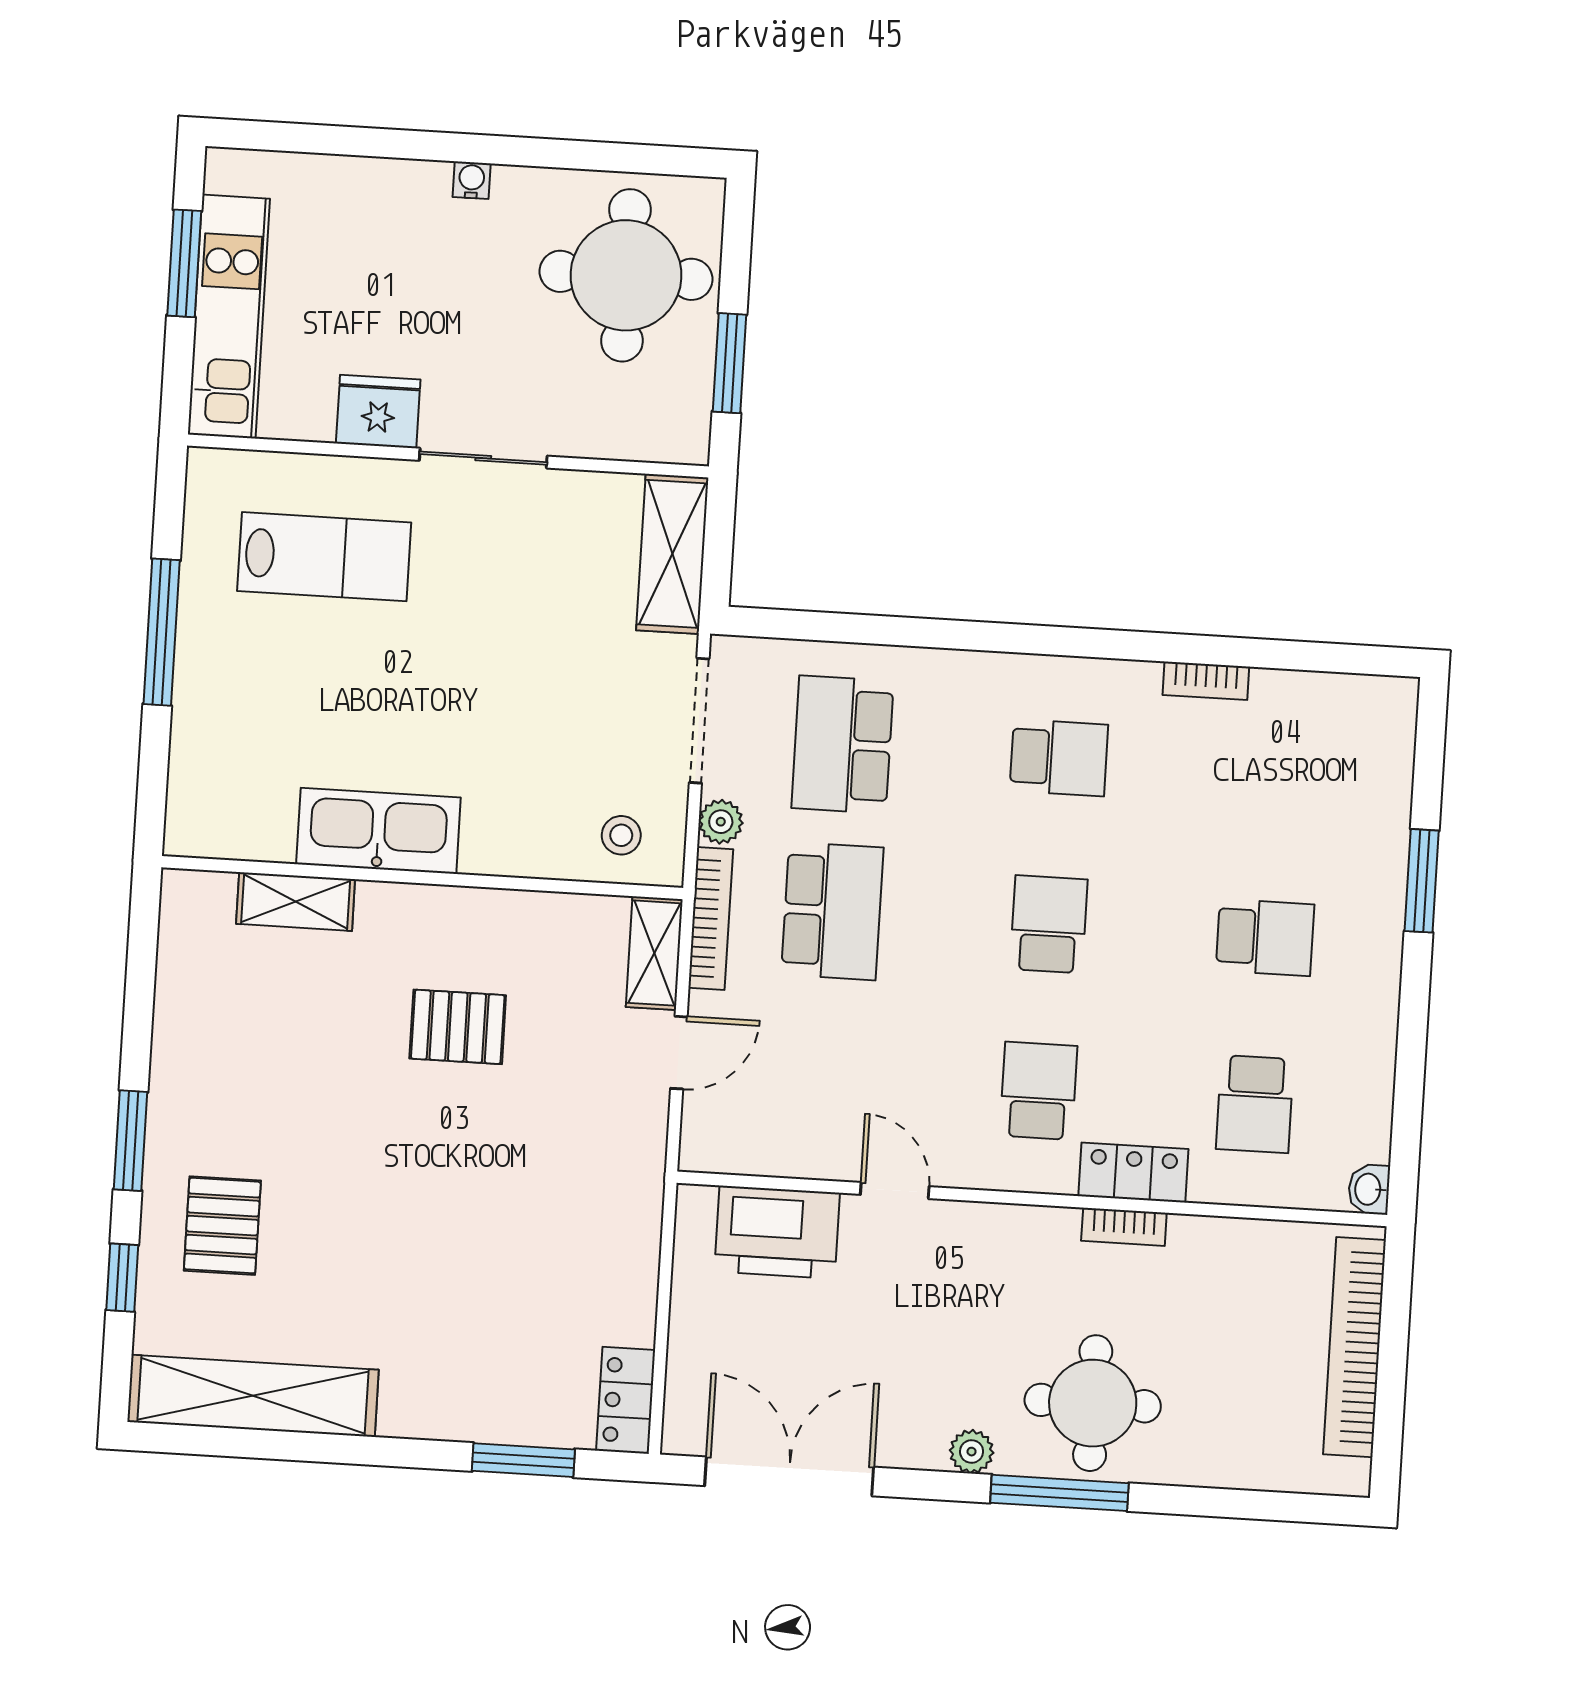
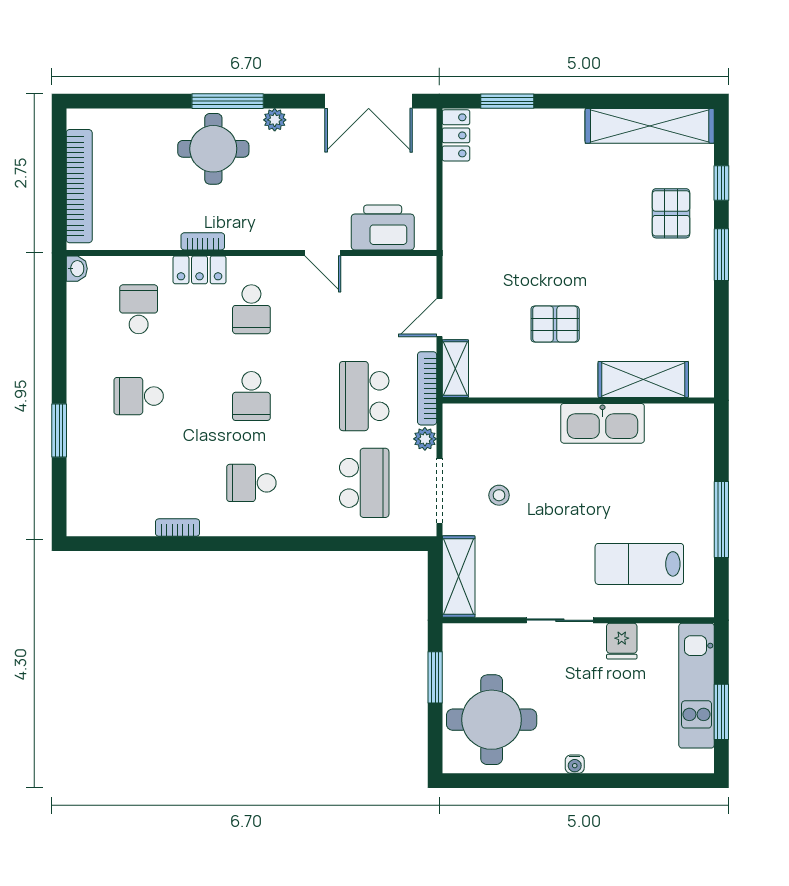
fridge: (378, 411) -> (622, 641), width x0.72
stool: (621, 835) -> (499, 495), moved
shelving: (296, 902) -> (643, 379), width x1.50, depth x1.33

